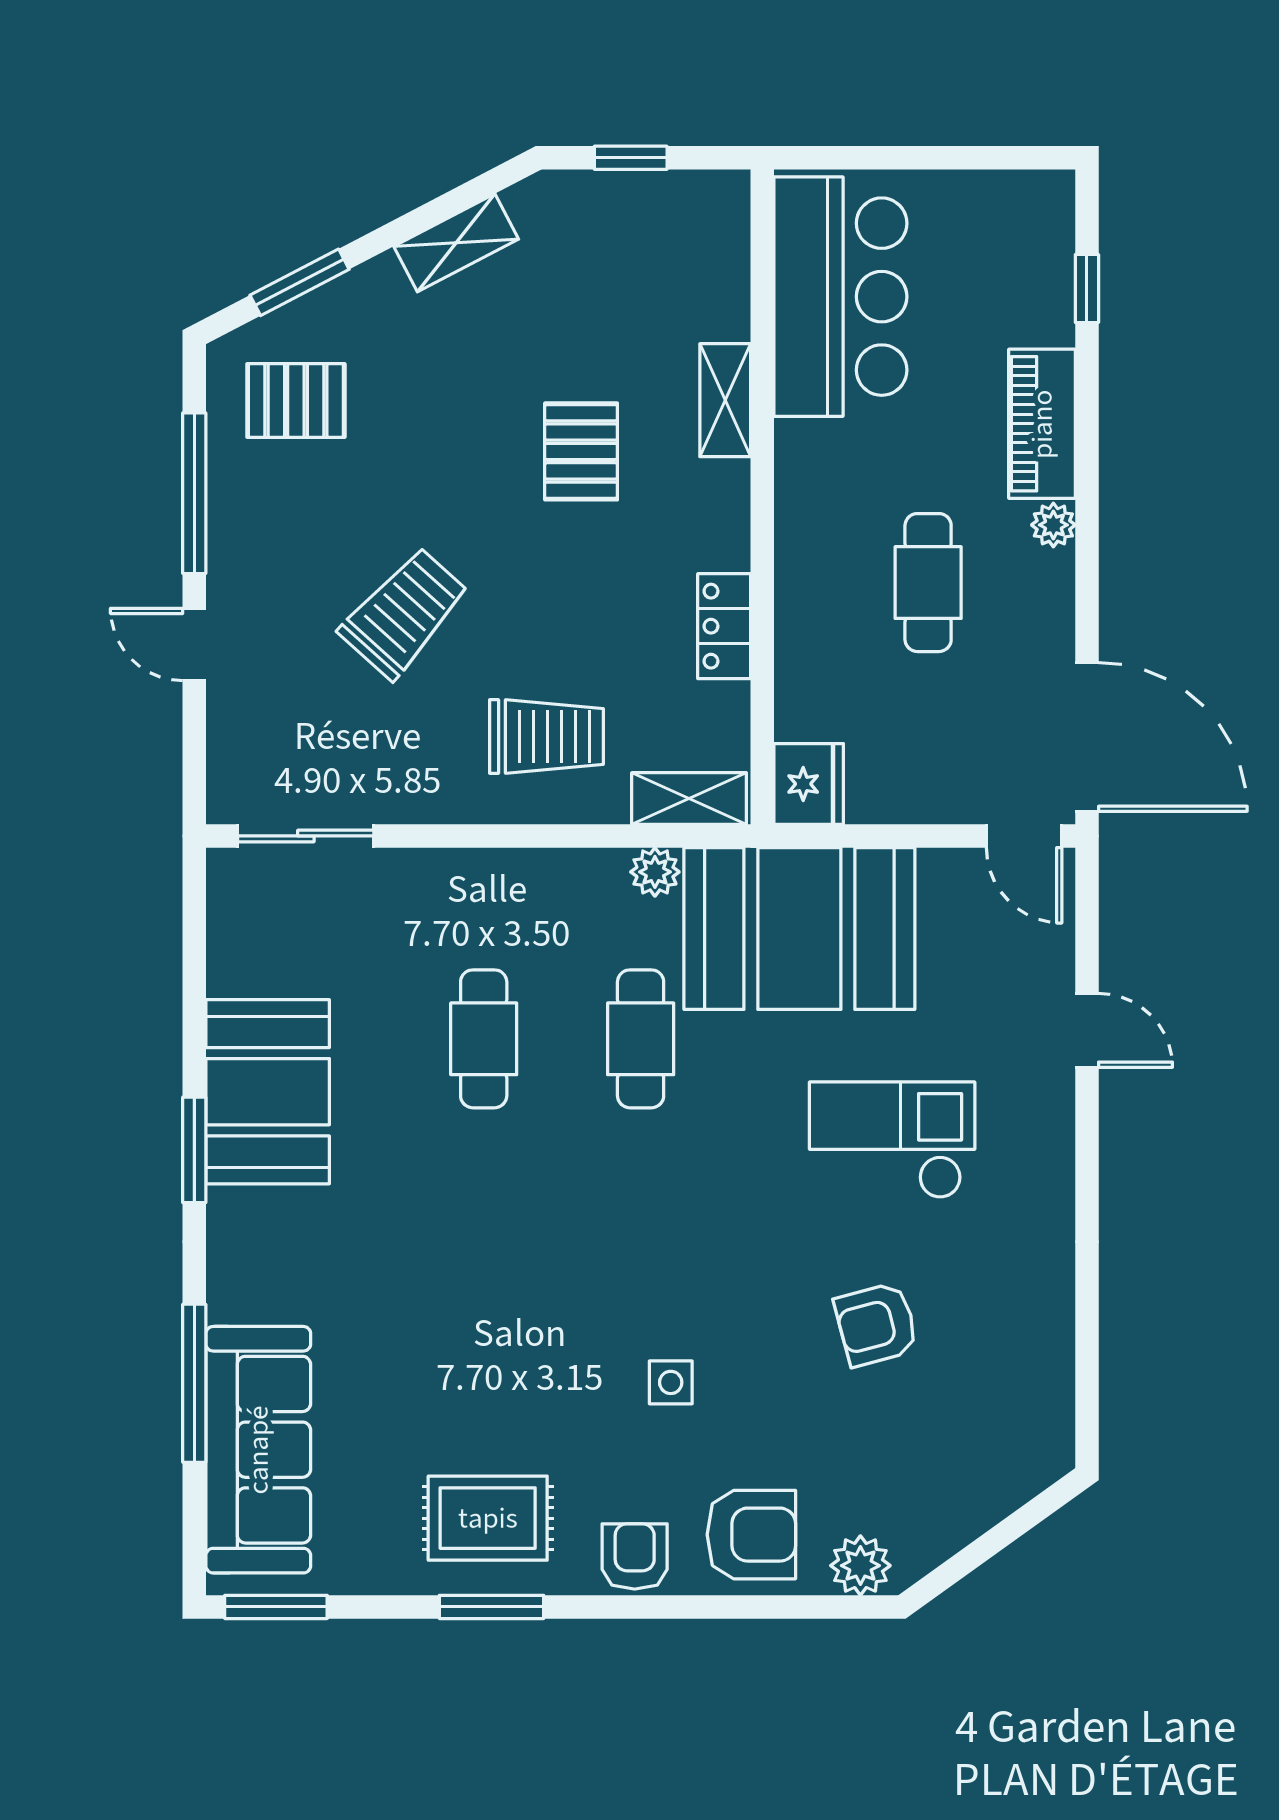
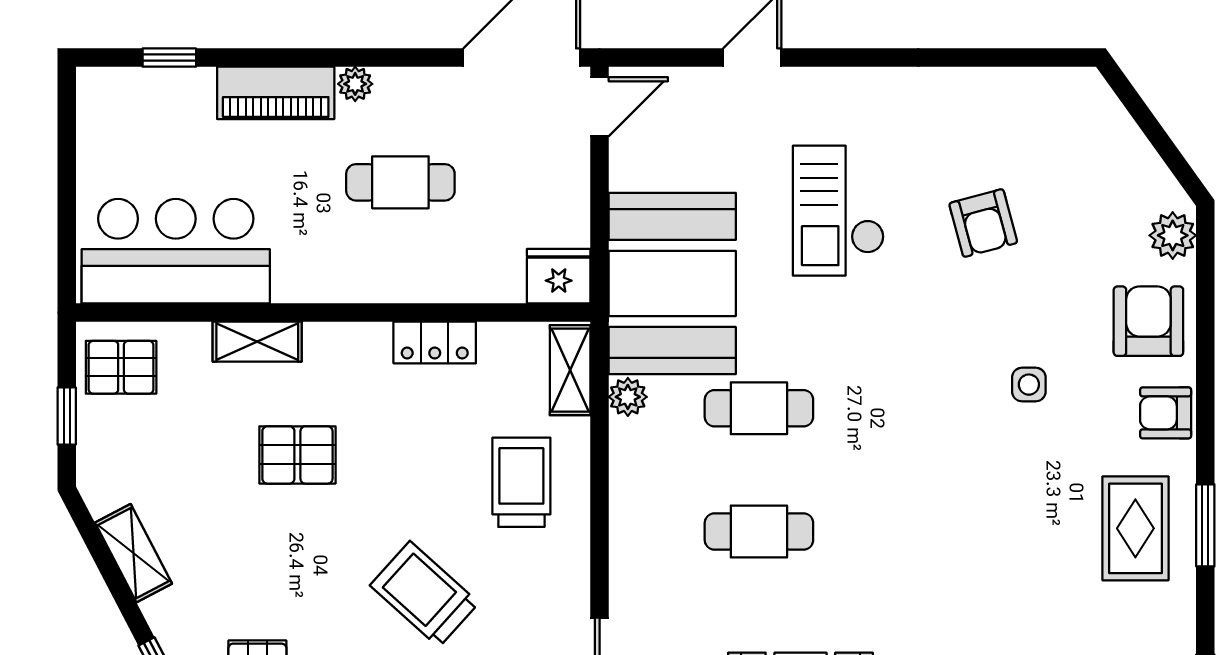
pallet: (693, 227) -> (121, 367), added

